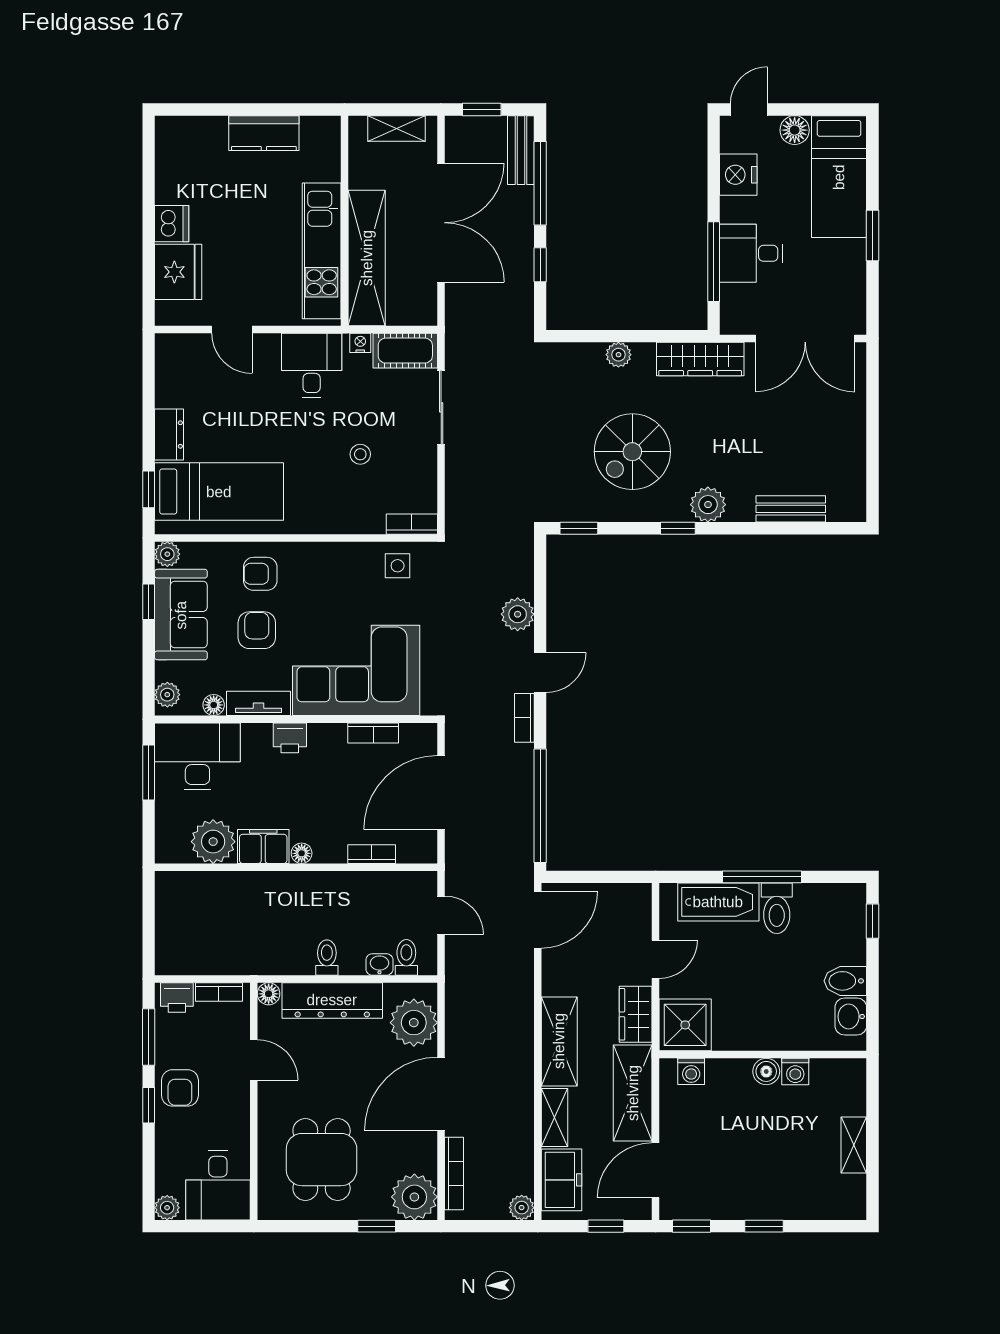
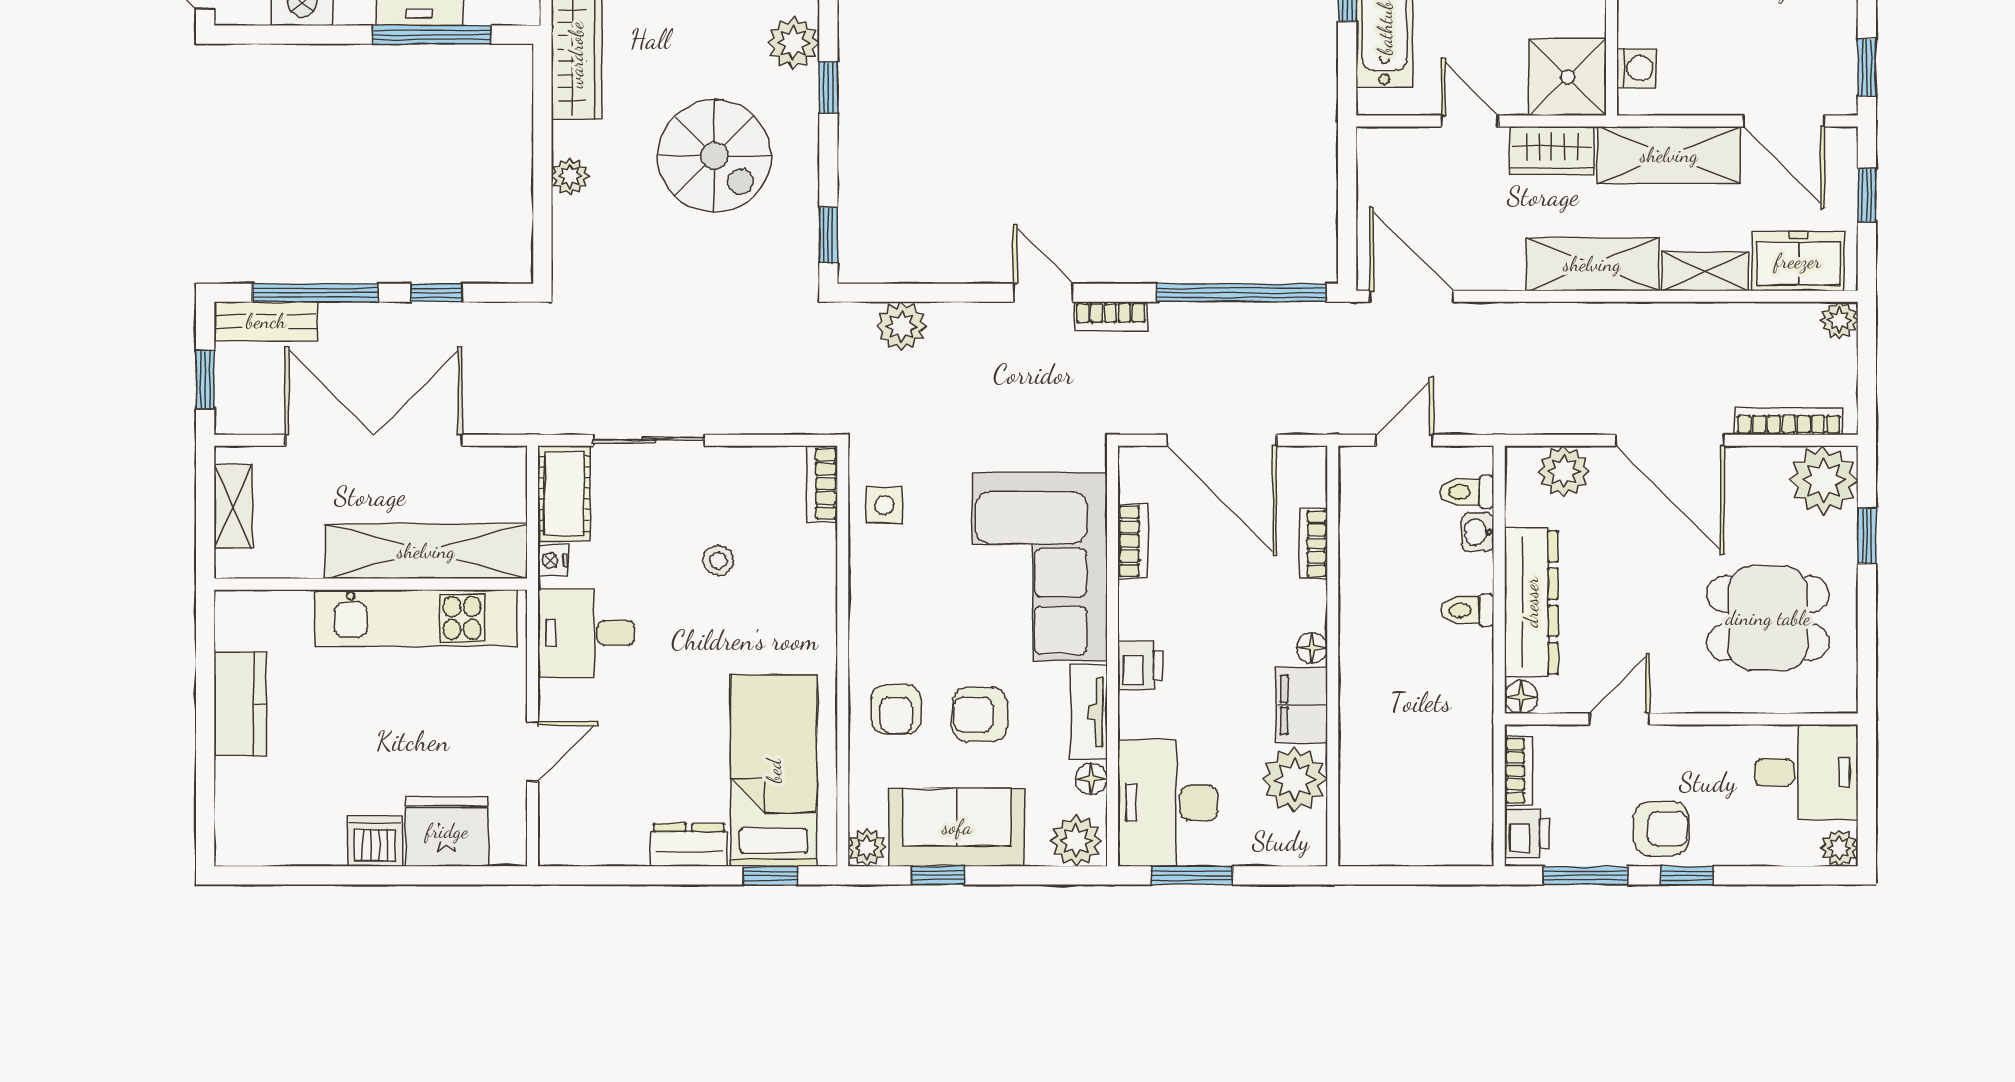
plant: (518, 614) -> (901, 326), moved
plant: (167, 695) -> (1076, 841), width x1.38, depth x1.38
plant: (414, 1023) -> (1564, 471), width x0.73, depth x0.73

